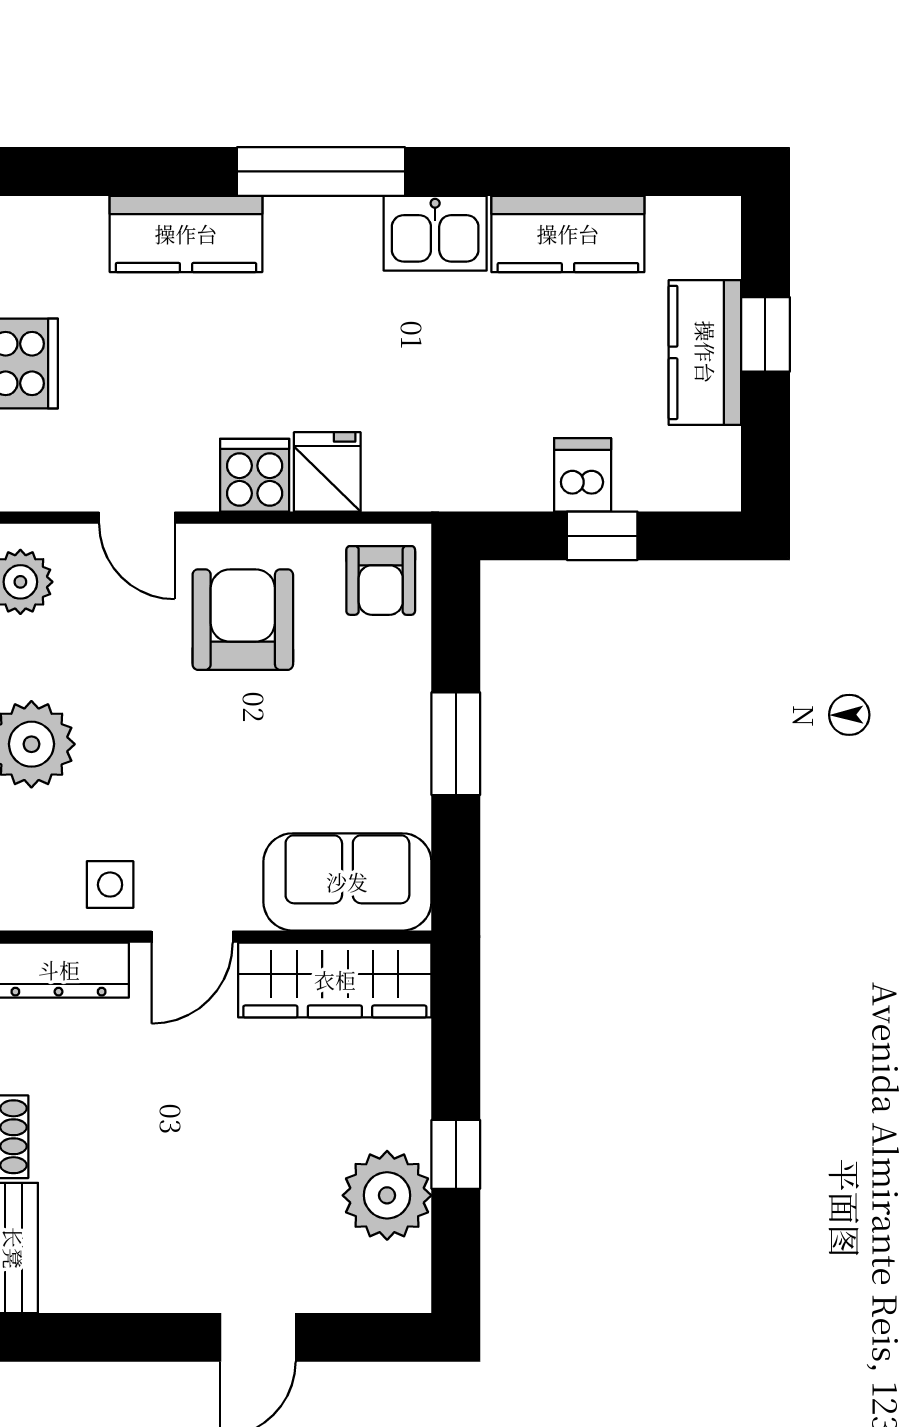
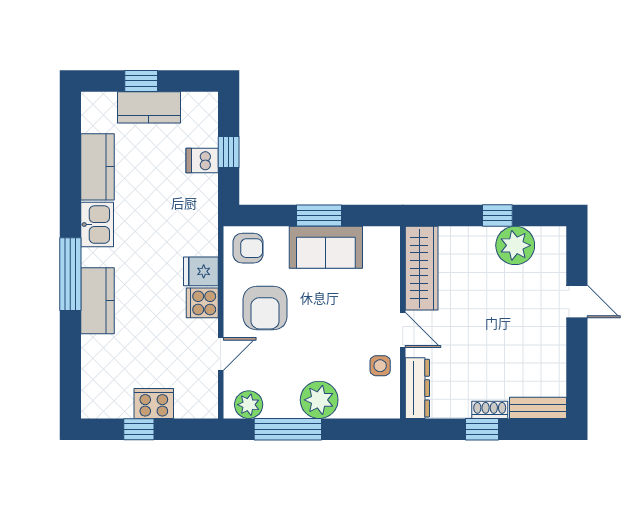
kitchen counter: (186, 234) -> (97, 301), moved
armchair: (243, 620) -> (265, 308), turned -90
sofa: (347, 882) -> (326, 247), moved, turned -90

